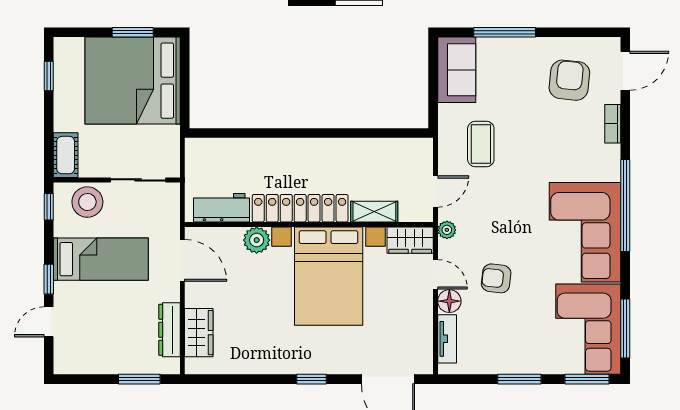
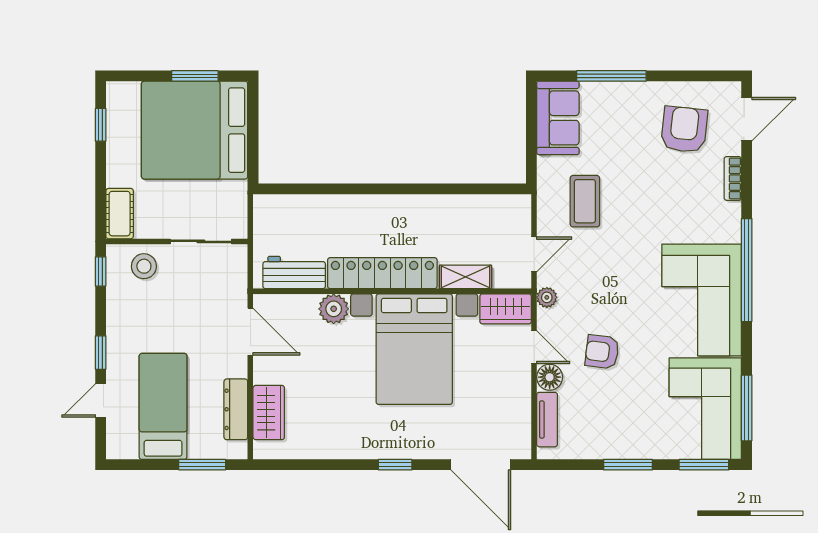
stool: (87, 202) -> (144, 266), width x0.73, depth x0.73
bed: (101, 259) -> (163, 406), moved, turned -90

